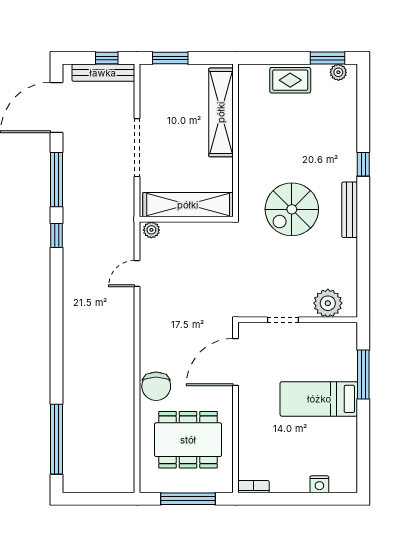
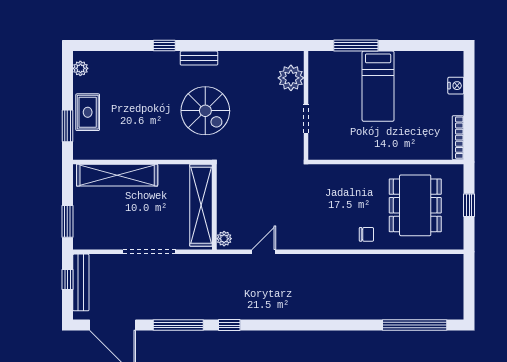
window: (327, 58) -> (67, 126), moved
bench: (350, 210) -> (199, 58), width x0.73
door: (137, 274) -> (264, 252), swing flipped
door: (236, 362) -> (344, 162), removed
chair: (156, 386) -> (366, 234), width x0.54, depth x0.54
bookcase: (254, 487) -> (458, 138), width x1.56
window: (188, 499) -> (469, 205), width x0.46

